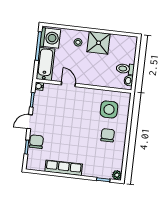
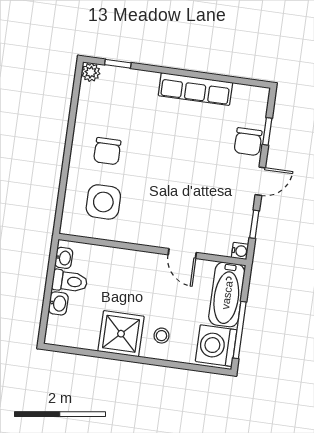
washbasin: (131, 57) -> (58, 303), added

